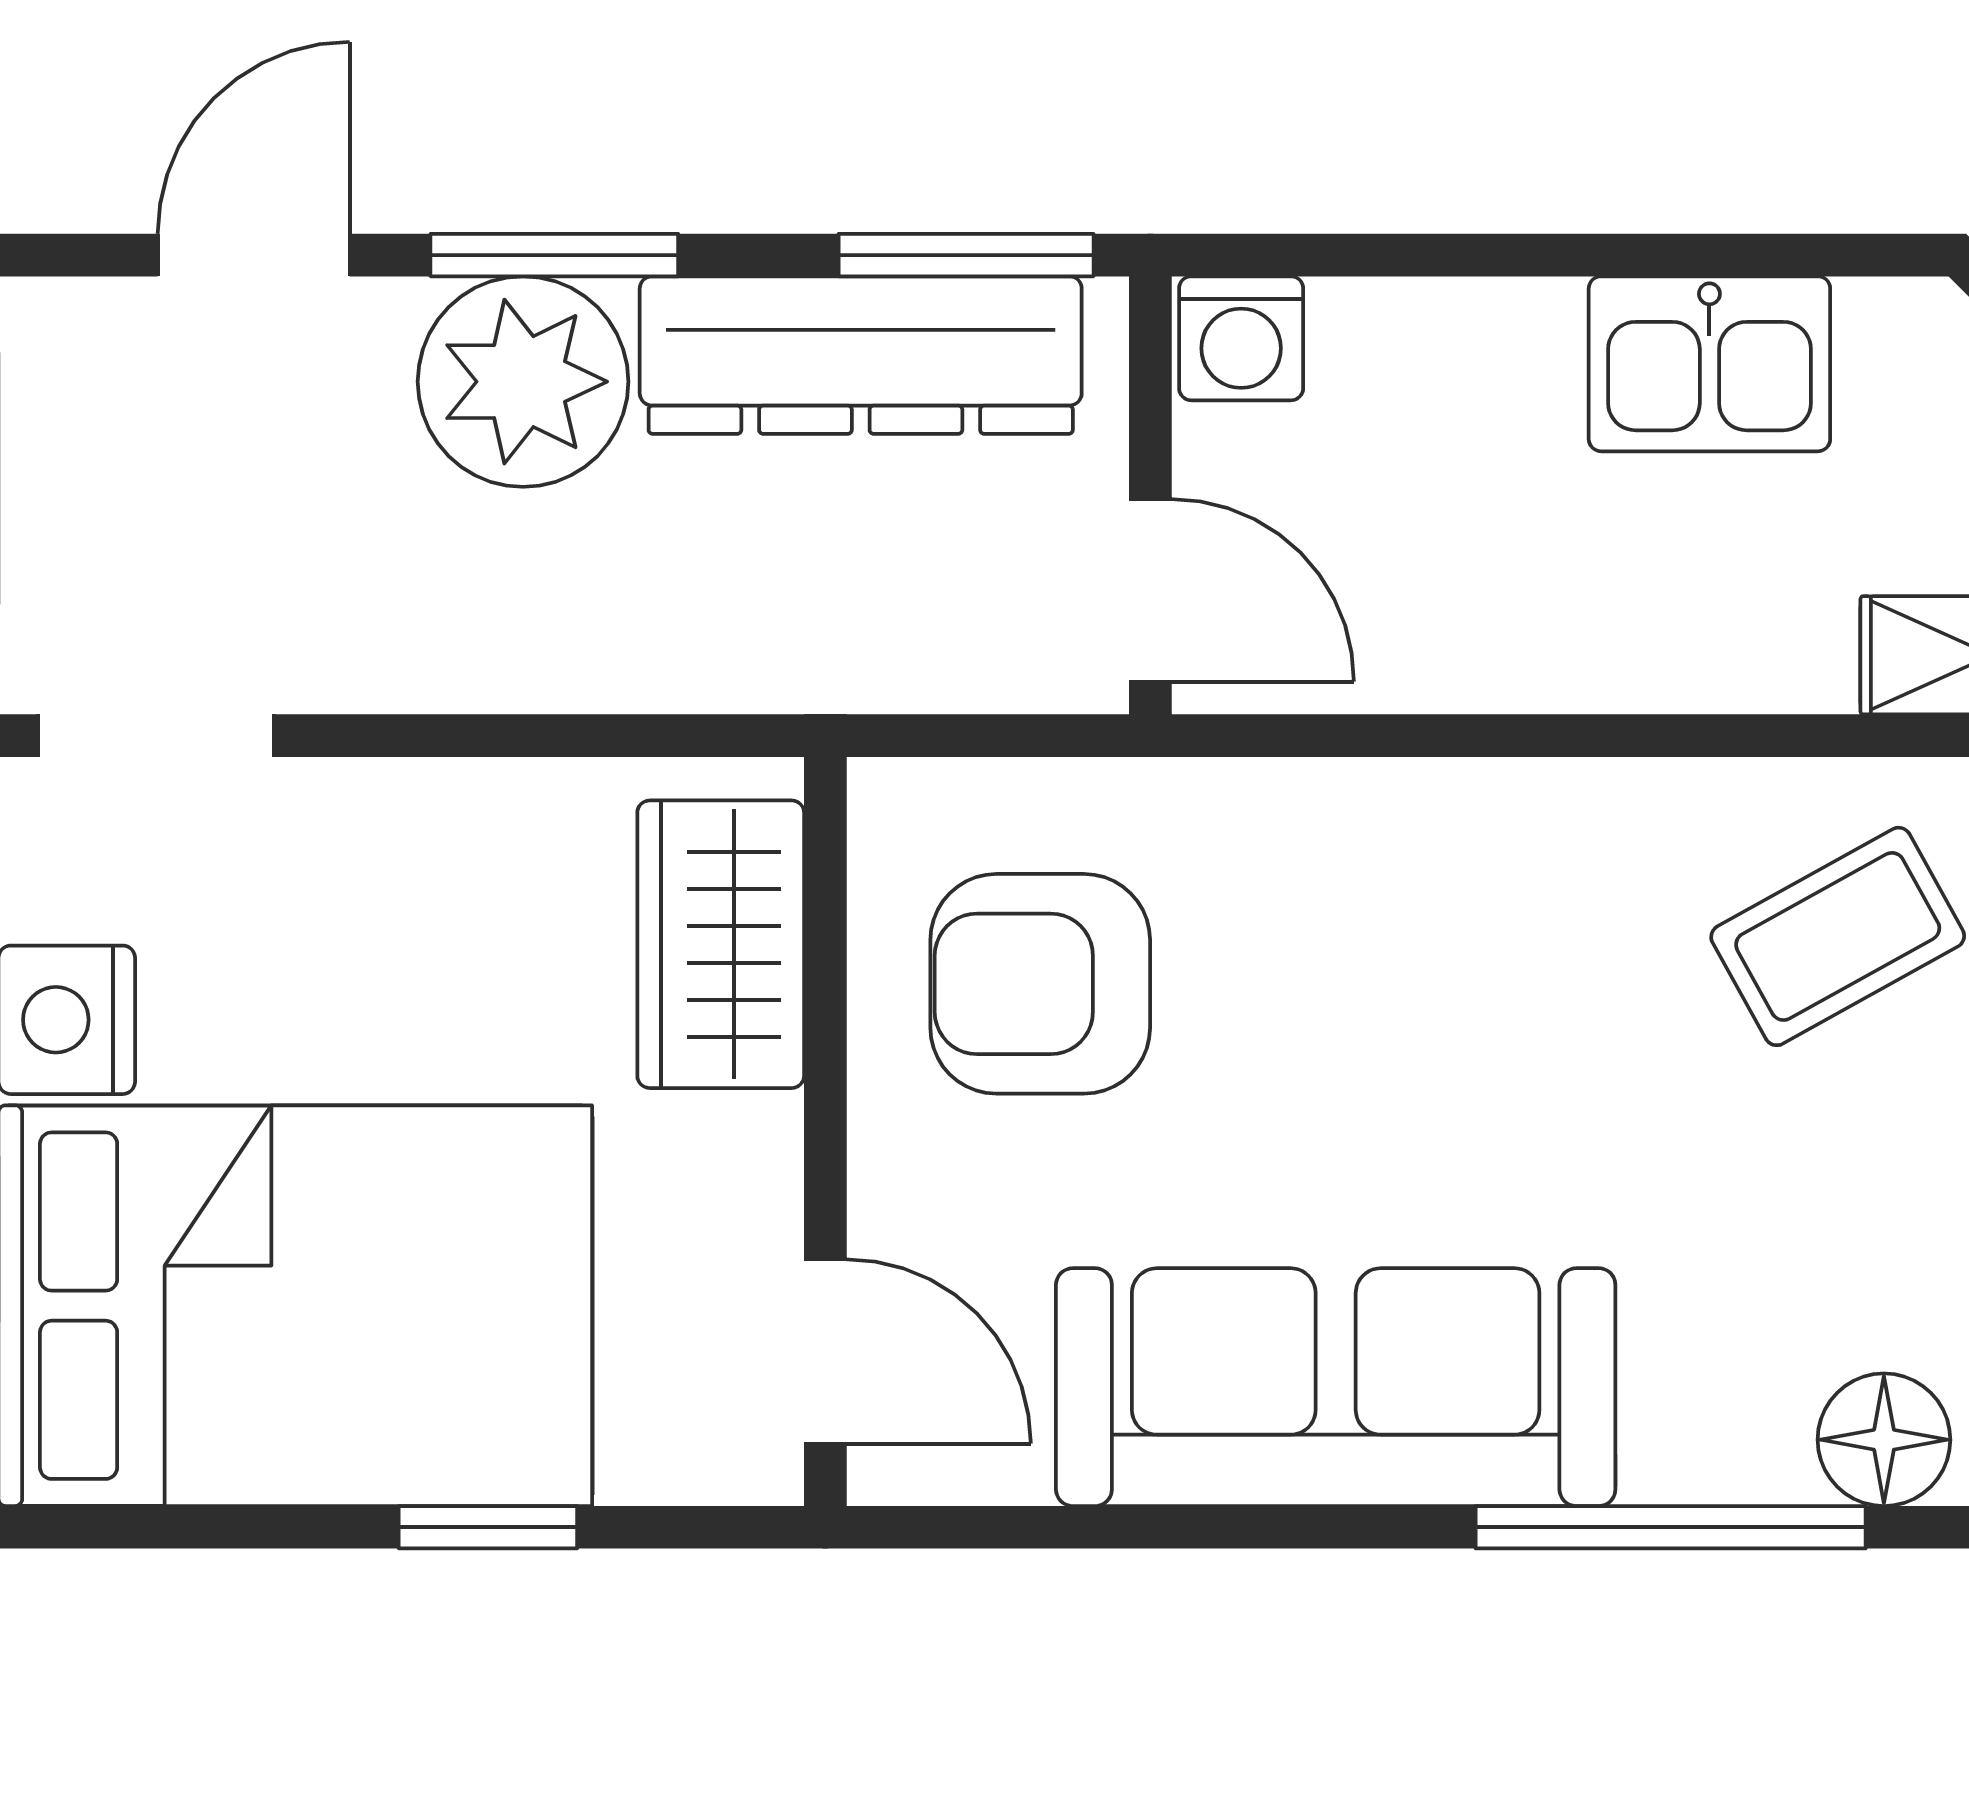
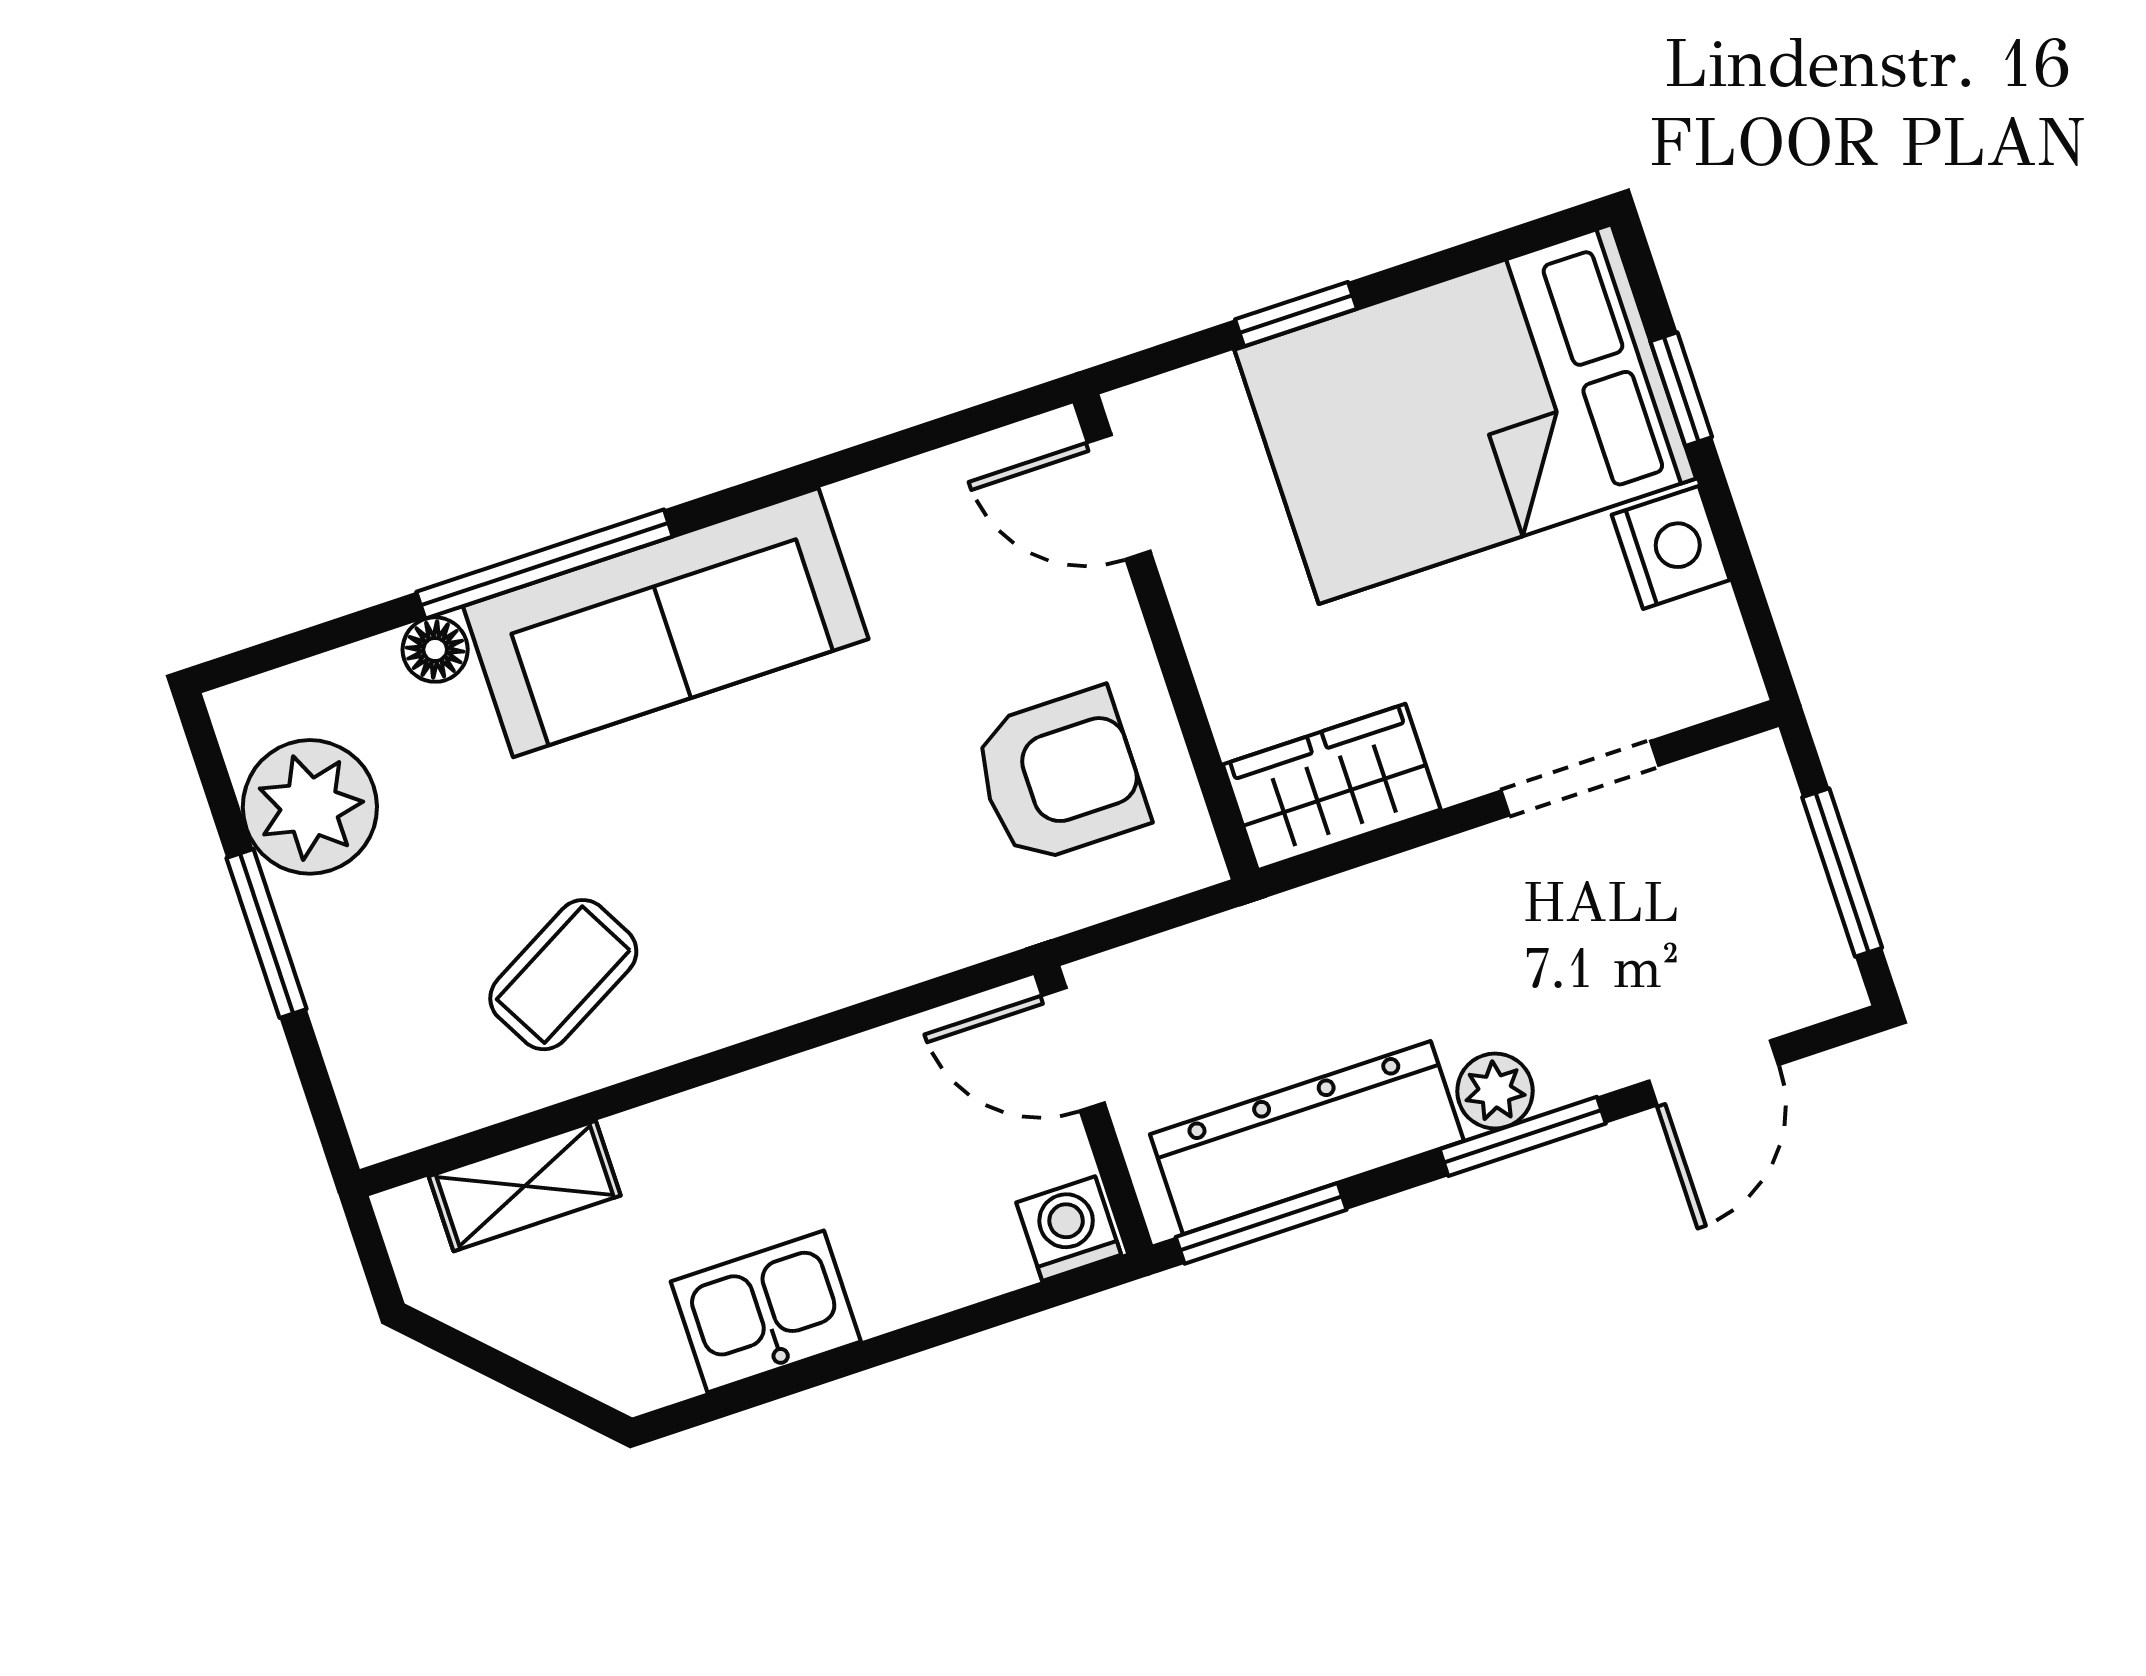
plant: (523, 382) -> (1495, 1091), width x0.53, depth x0.53
doorway: (156, 736) -> (1580, 778), moved
wardrobe: (721, 944) -> (1332, 787), moved, turned -90
sofa: (1336, 1387) -> (666, 623), moved
floor lamp: (1884, 1440) -> (435, 650), width x0.73, depth x0.73

